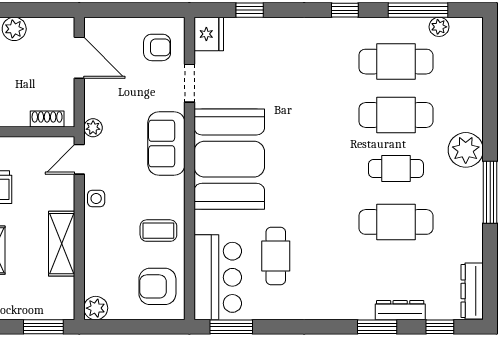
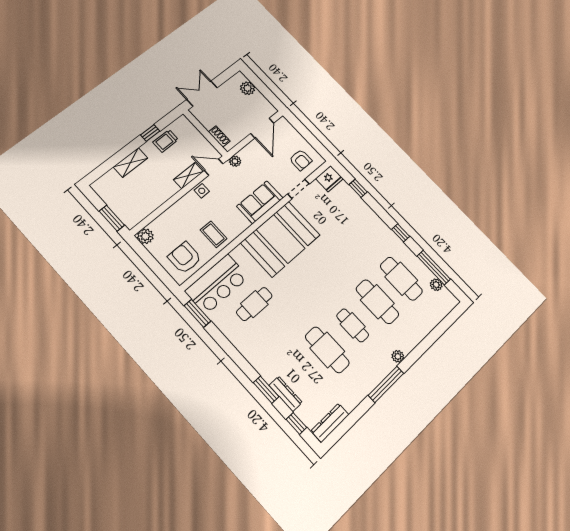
plant: (466, 150) -> (398, 356), width x0.53, depth x0.53
shelving: (62, 244) -> (188, 176), moved, width x0.67, depth x0.75

